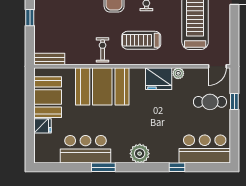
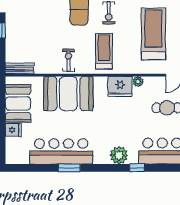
treadmill: (141, 40) -> (104, 51), turned 90
bar counter: (86, 149) -> (61, 151), width x1.36
plant: (140, 154) -> (119, 155), moved

